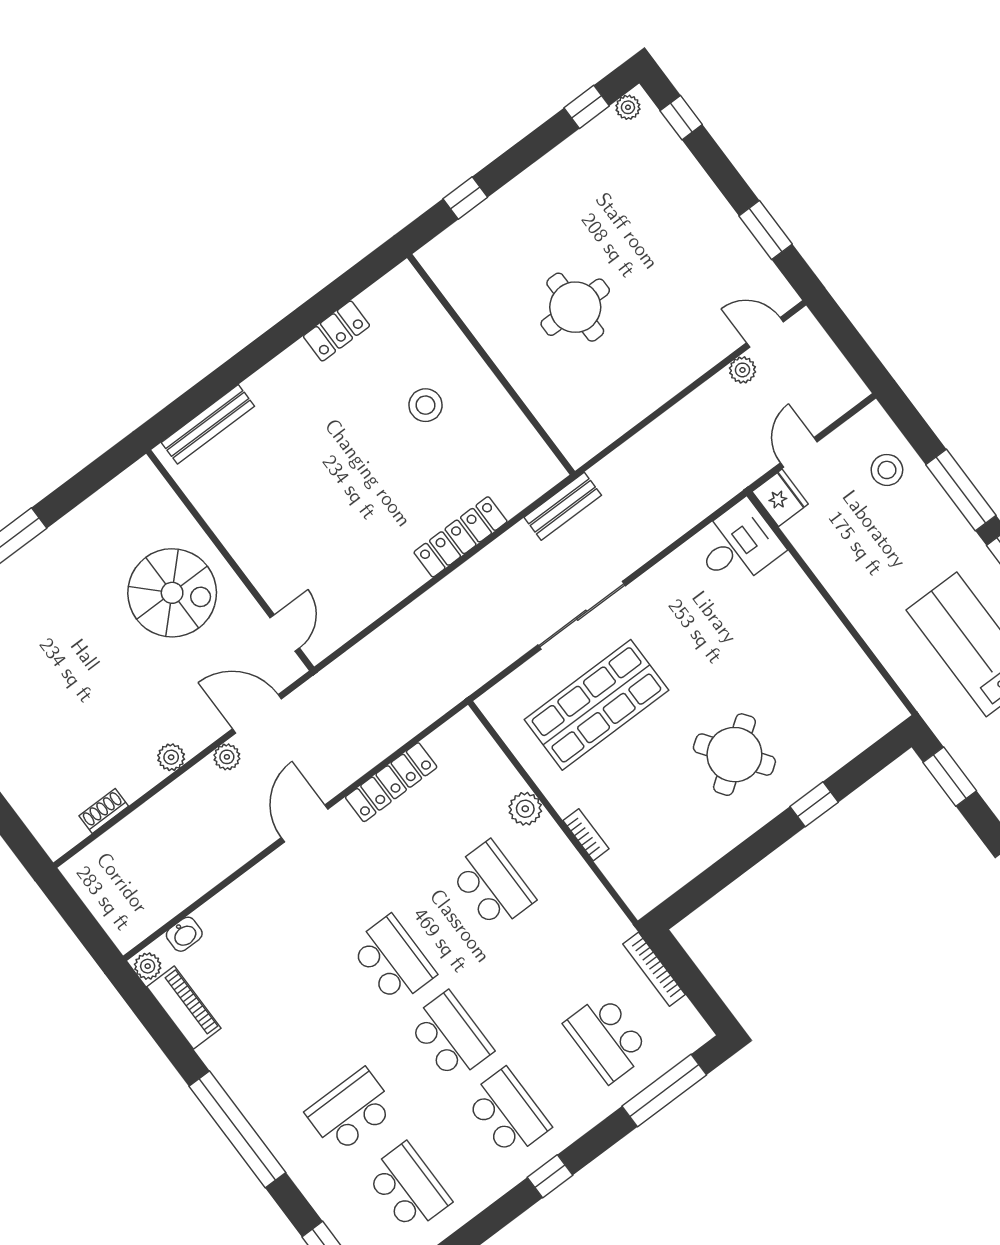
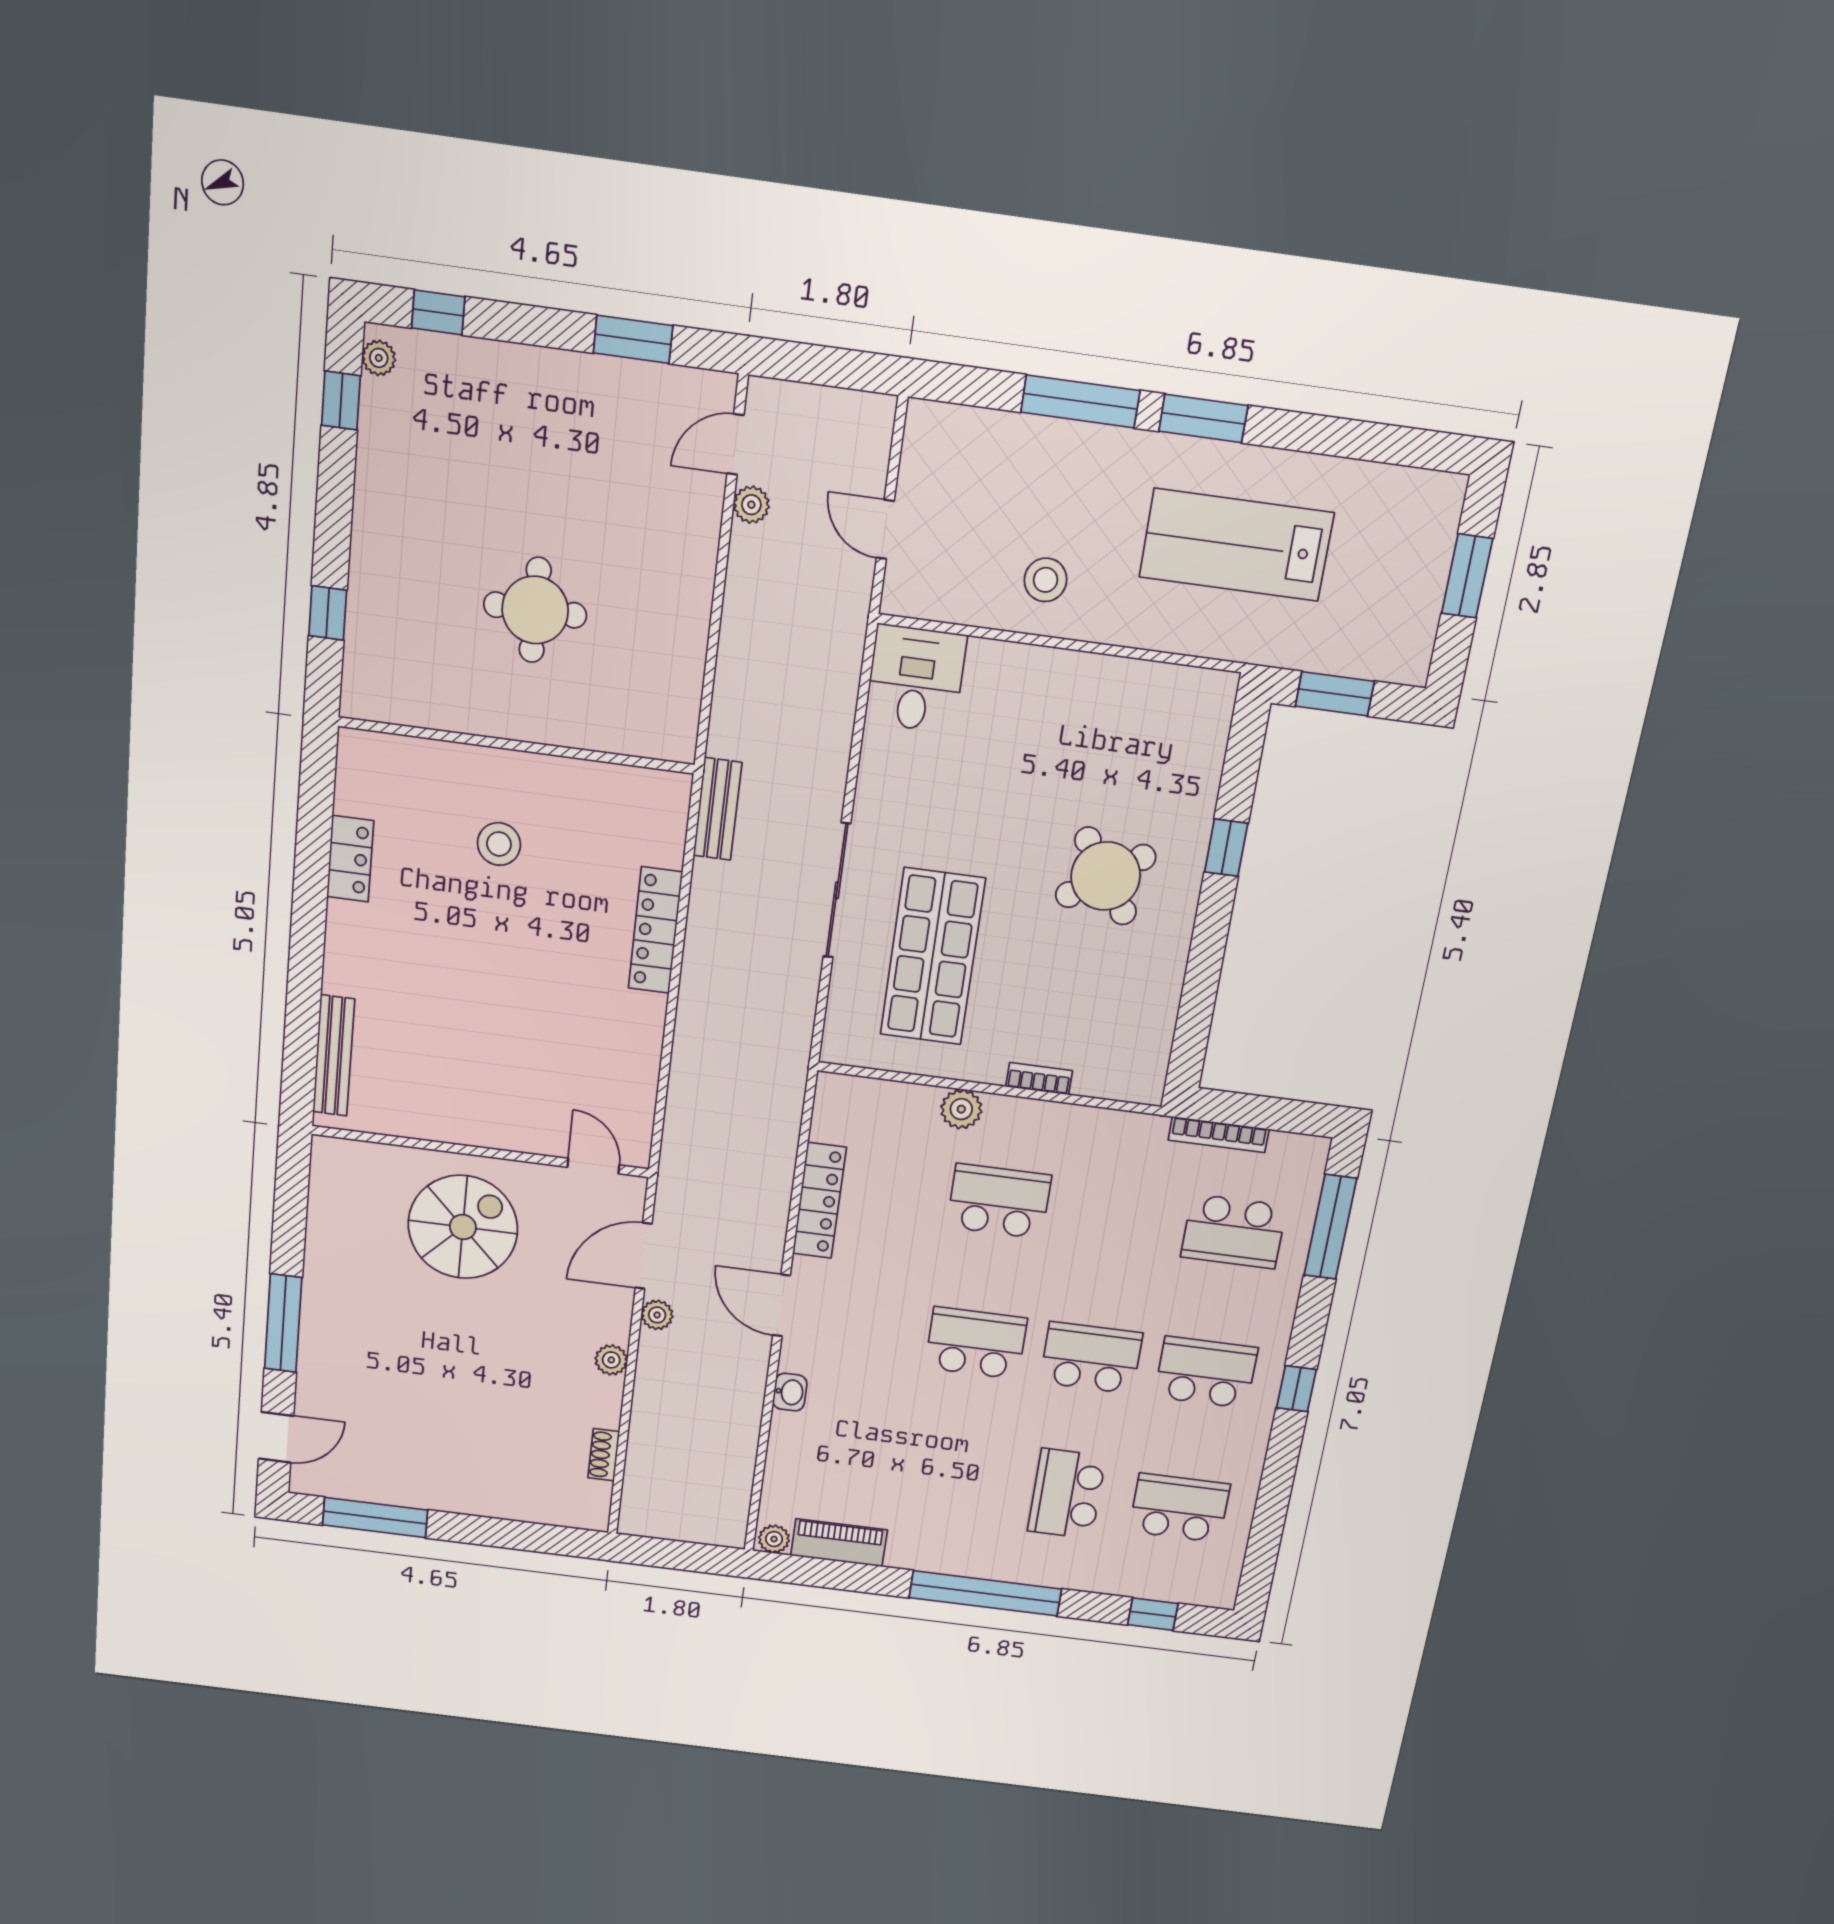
stool: (887, 470) -> (1046, 580), moved
fridge: (780, 498) -> (911, 592), removed
washbasin: (184, 934) -> (790, 1392), moved

